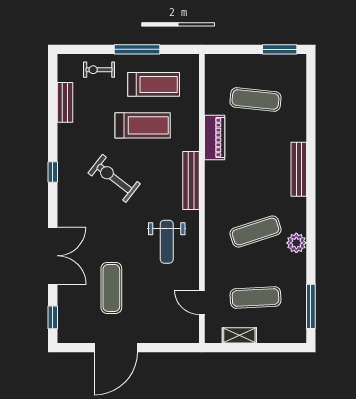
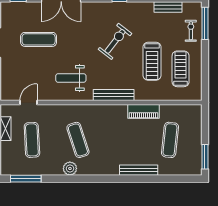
window: (137, 49) -> (205, 23), moved
treadmill: (154, 84) -> (181, 69), turned 180
bench: (299, 169) -> (139, 170), moved

